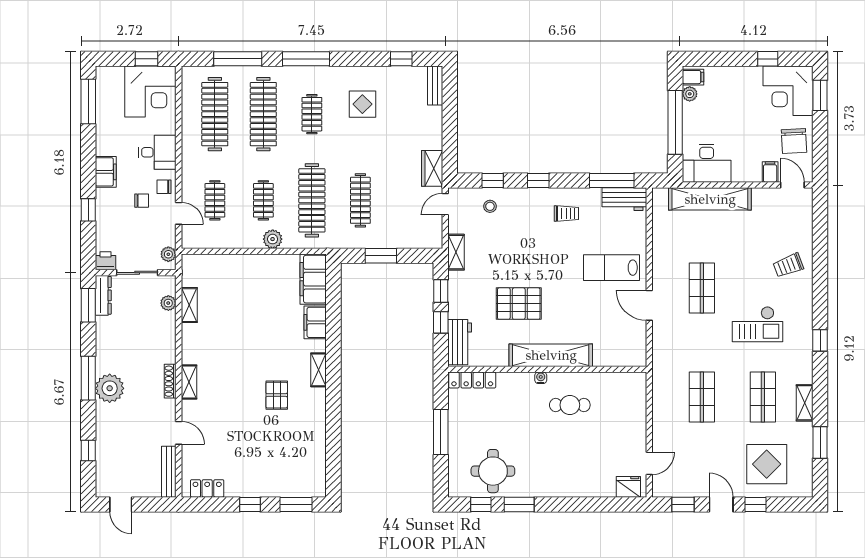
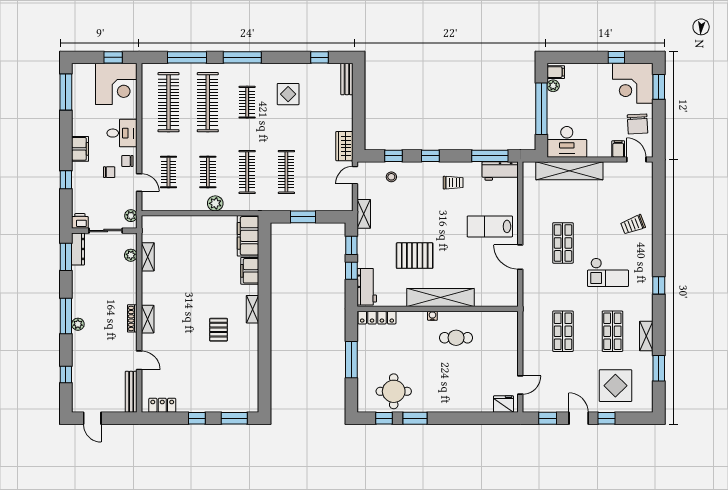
clothes rail: (312, 200) -> (247, 172), width x0.73, depth x0.76
plant: (110, 388) -> (78, 324), width x0.53, depth x0.53

